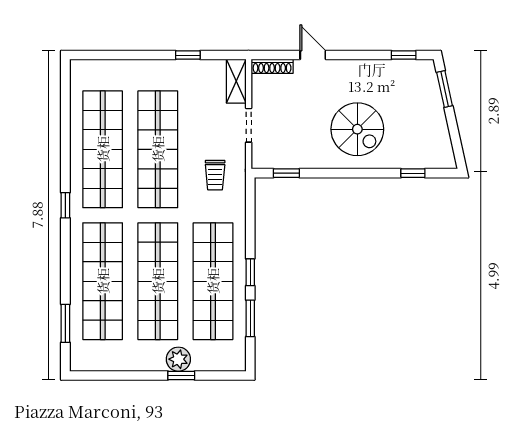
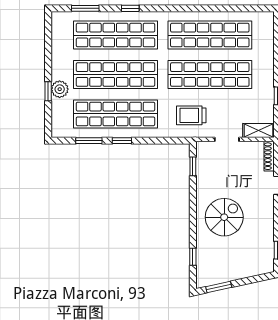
window: (445, 89) -> (219, 287), moved
spiral stairs: (357, 129) -> (224, 217), turned 180
trolley: (215, 175) -> (191, 115), width x1.36, depth x1.39
window: (65, 205) -> (130, 8), moved

